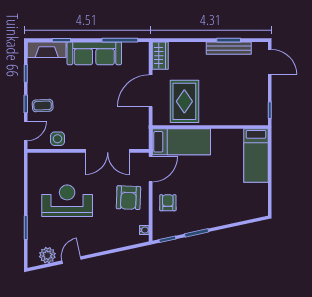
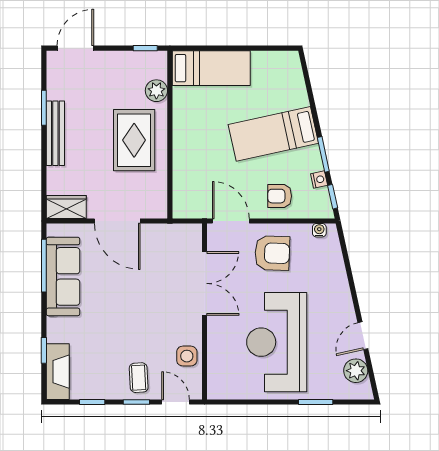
bench: (229, 48) -> (55, 133), moved
sofa: (94, 53) -> (63, 276), moved
rug: (184, 101) -> (134, 140), moved, turned 90
plant: (240, 118) -> (156, 91), added
bed: (181, 142) -> (273, 134), moved, turned -102
reception desk: (67, 201) -> (277, 342), width x1.36, depth x1.30
nightstand: (179, 230) -> (319, 180), added
door: (71, 260) -> (363, 336), hinge flipped

